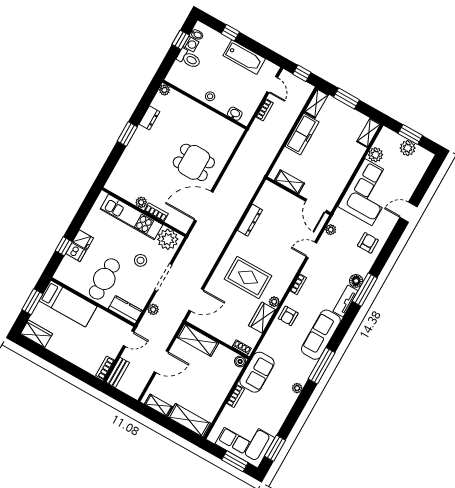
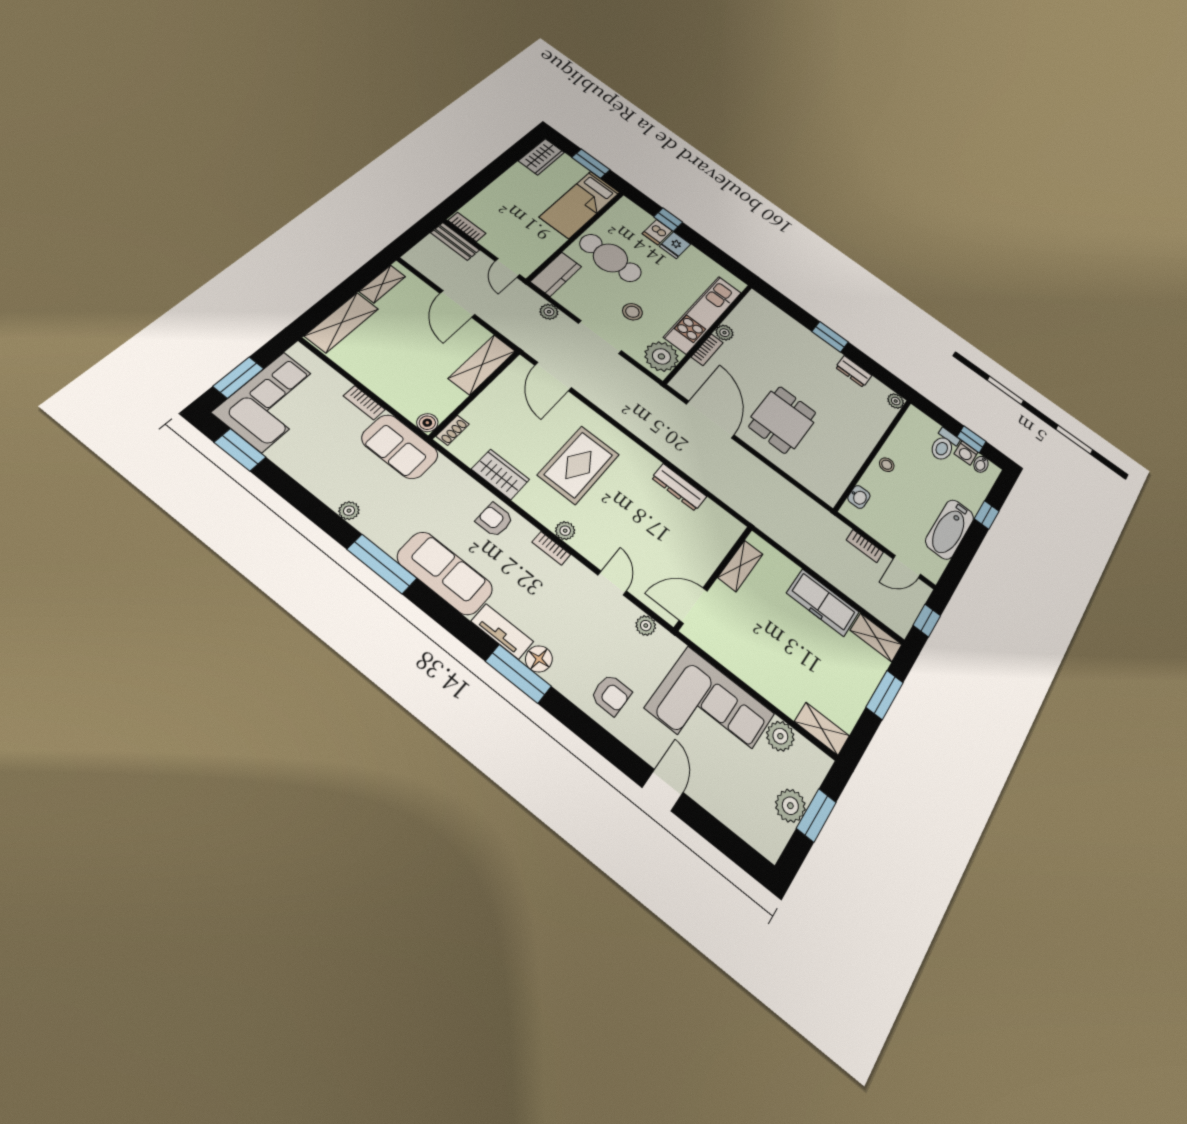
plant: (274, 302) -> (565, 531), moved

